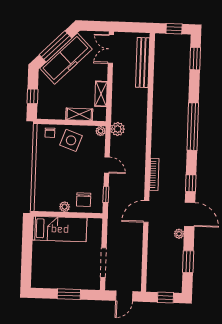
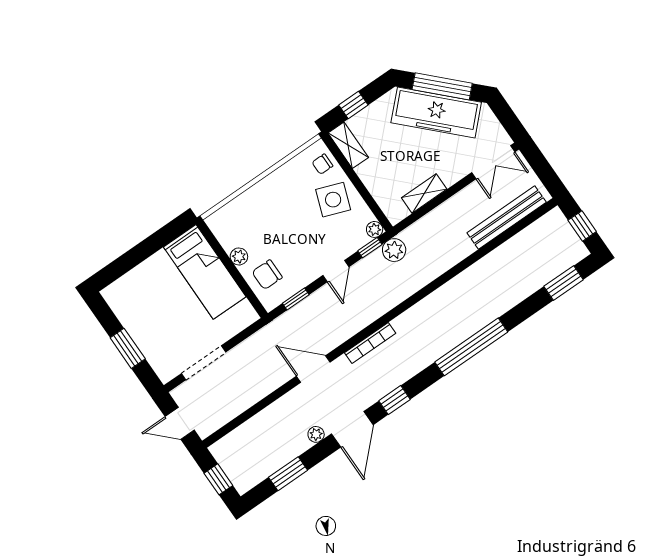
double door: (111, 49) -> (493, 162), swing flipped
shelving: (79, 114) -> (348, 145), moved
window: (108, 140) -> (370, 248), added

